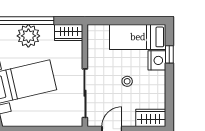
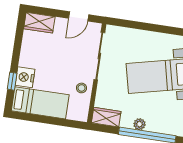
plant: (28, 36) -> (140, 124), width x0.53, depth x0.53
stool: (127, 81) -> (81, 88), moved

